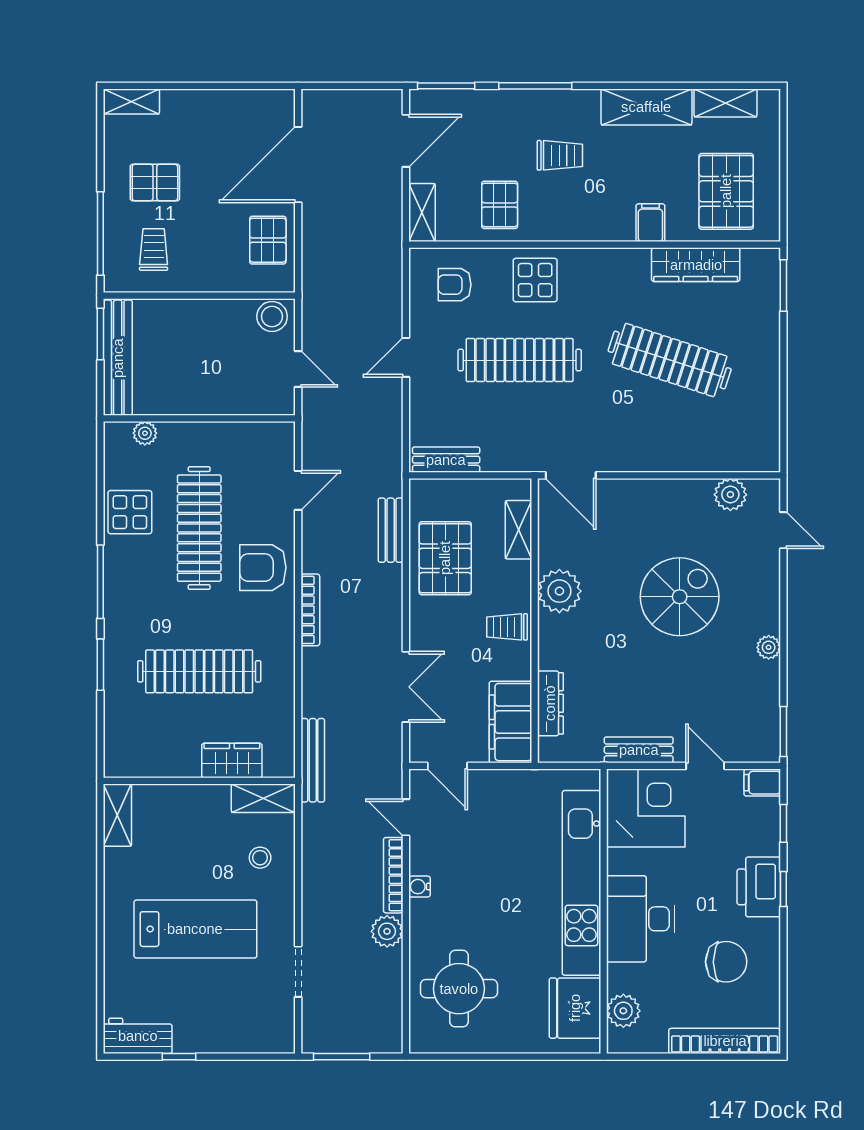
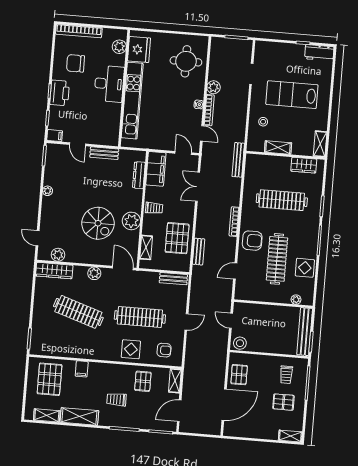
wardrobe: (696, 265) -> (54, 271), moved, turned 180
plant: (639, 457) -> (94, 273), added
spiral stairs: (680, 597) -> (98, 223), moved, turned -90
wardrobe: (232, 761) -> (304, 165), moved
shelving: (263, 798) -> (278, 147), moved
corner desk: (646, 808) -> (103, 129), removed

